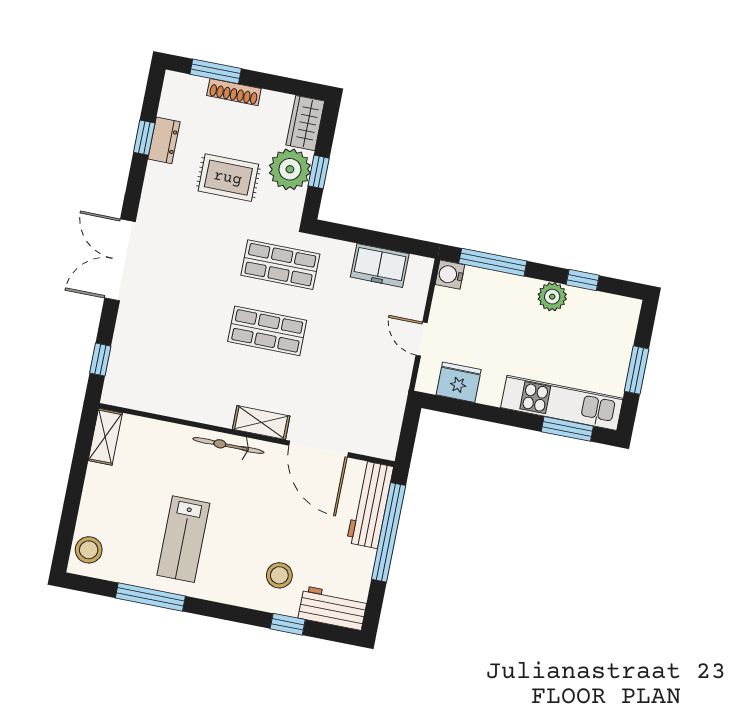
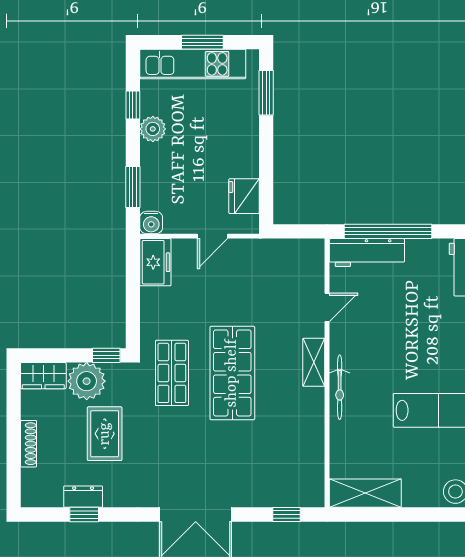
window: (216, 71) -> (14, 463), removed
window: (319, 172) -> (106, 355), moved
window: (493, 262) -> (133, 187), width x0.69
freezer: (380, 265) -> (155, 262), moved
shop shelf: (267, 331) -> (232, 373), width x1.43, depth x1.36
kitchen unit: (562, 403) -> (193, 64), moved, turned -90
shelving: (105, 437) -> (365, 493), width x1.50, depth x1.33
door: (318, 449) -> (327, 307), width x0.53
stool: (279, 575) -> (445, 320), removed

